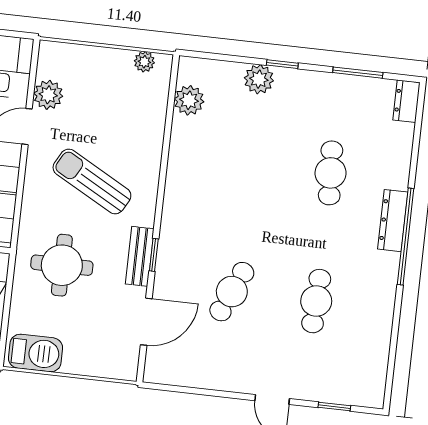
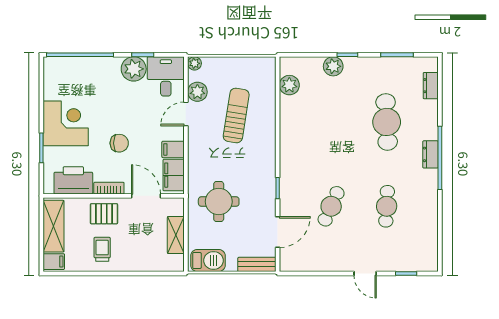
plant: (144, 62) -> (195, 63), moved
dresser: (407, 101) -> (431, 86), moved
cafe table: (331, 173) -> (387, 122), width x1.37, depth x1.35
sun lounger: (92, 182) -> (236, 115), moved, turned 70
dresser: (393, 221) -> (431, 154), width x0.70
bench: (140, 256) -> (257, 264), moved, turned 90

